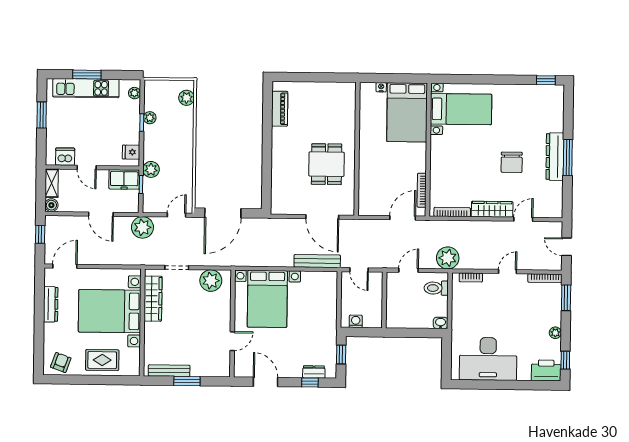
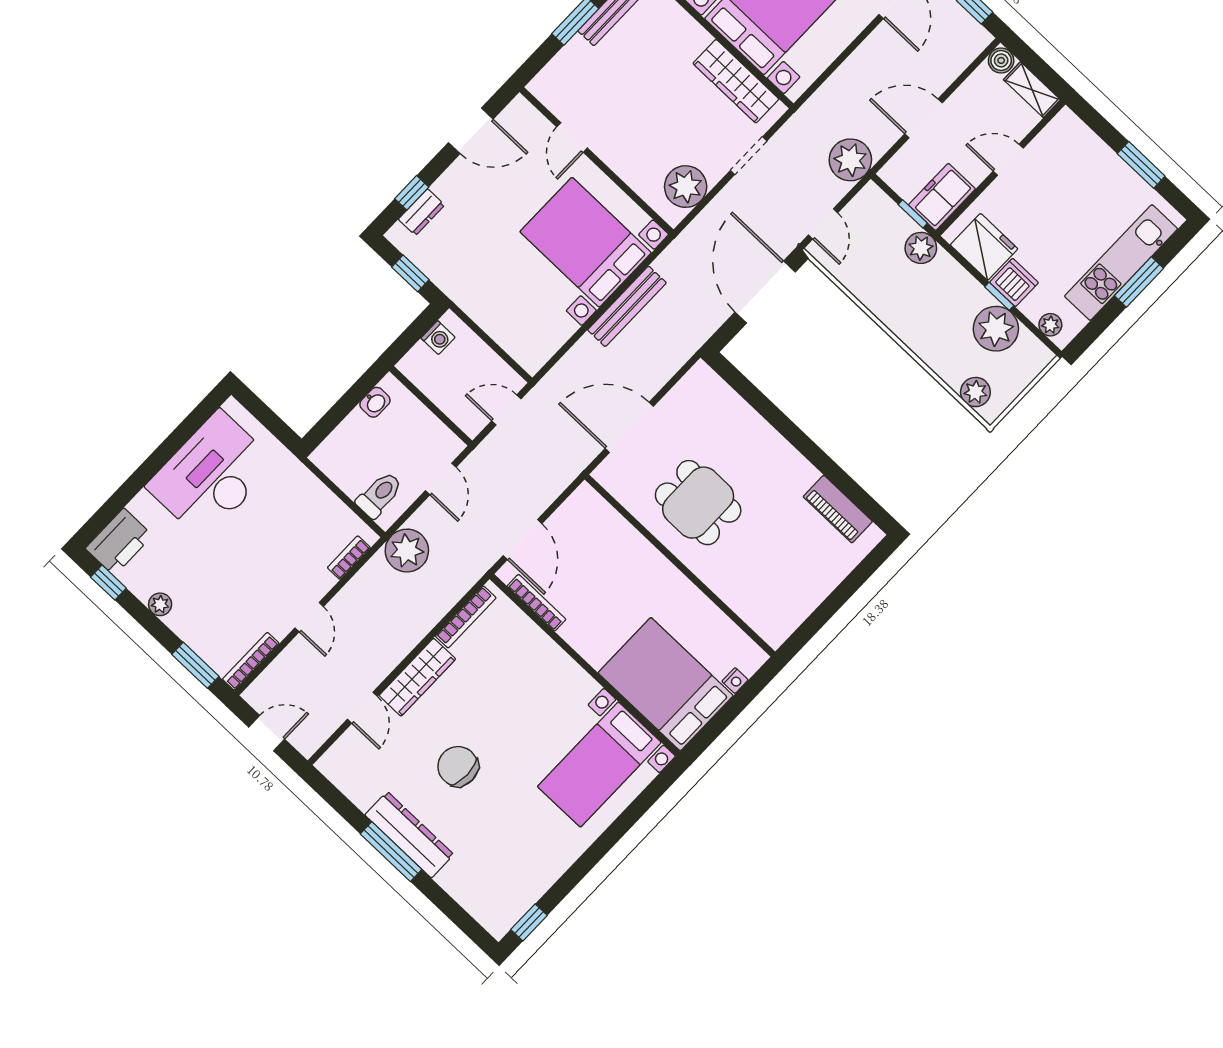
plant: (150, 118) -> (996, 329), width x1.87, depth x1.87
fridge: (131, 152) -> (984, 247), width x1.88, depth x1.34
dishwasher: (65, 157) -> (1014, 282), moved, turned -90
bench: (317, 261) -> (627, 306), moved
washbasin: (441, 323) -> (375, 402), moved

